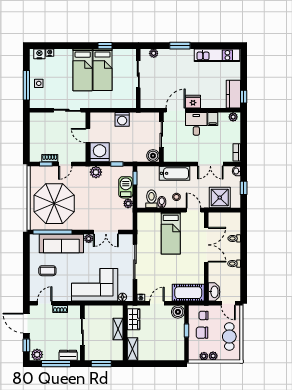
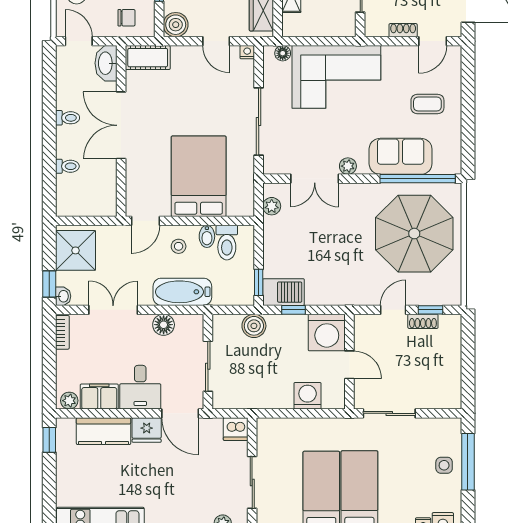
kitchen counter: (233, 94) -> (104, 431), moved, turned 90
dishwasher: (147, 102) -> (236, 429), added
door: (176, 110) -> (180, 413), hinge flipped
washing machine: (122, 119) -> (308, 396), moved
filing cabinet: (213, 119) -> (99, 397), width x2.00
boiler: (153, 156) -> (254, 326), moved
floor lamp: (184, 156) -> (164, 325), added
plant: (96, 172) -> (334, 294), removed
barbecue: (126, 187) -> (283, 292), moved, turned -90
window: (244, 188) -> (49, 284), moved
shower: (220, 198) -> (76, 250), moved
plant: (128, 203) -> (272, 206), moved
door: (194, 210) -> (146, 221), hinge flipped
double door: (106, 232) -> (315, 179), swing flipped
bed: (171, 233) -> (199, 176), width x1.50
sofa: (61, 244) -> (401, 156), width x0.73
double door: (206, 245) -> (121, 125), moved
cot: (188, 293) -> (148, 58), width x0.73, depth x0.75
door: (157, 303) -> (216, 41), hinge flipped

